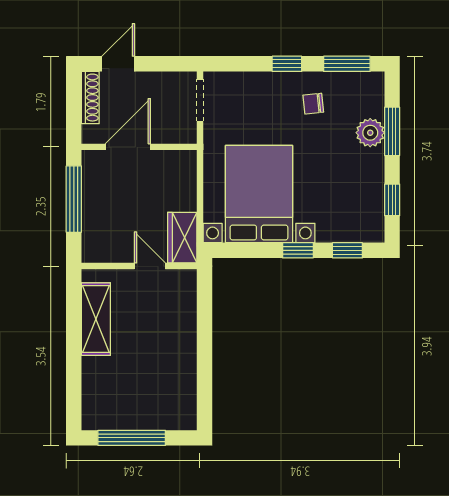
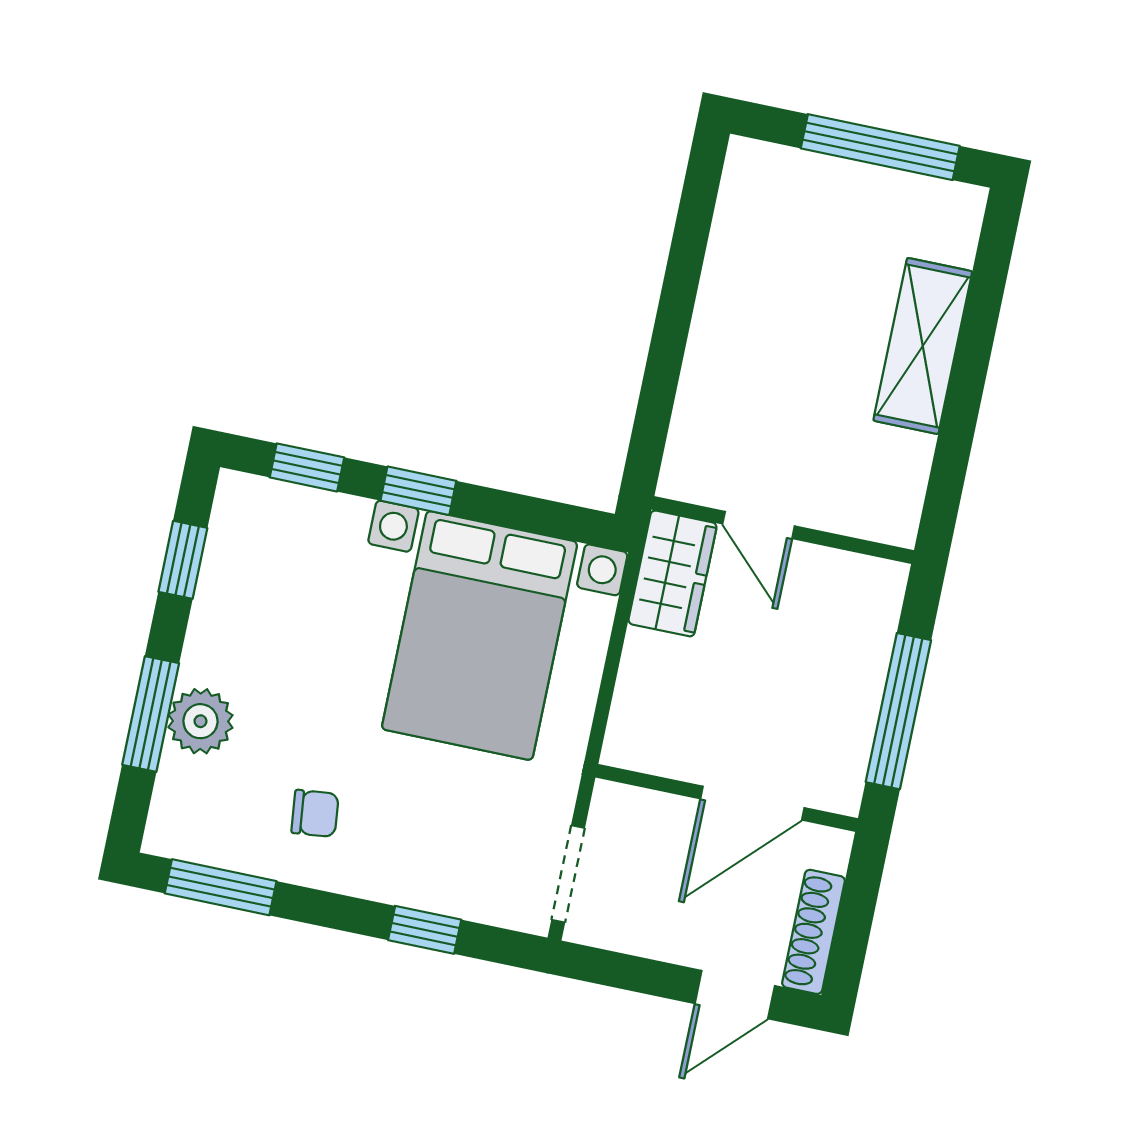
window: (287, 64) -> (425, 930), moved
shelving: (96, 319) -> (923, 346), moved

